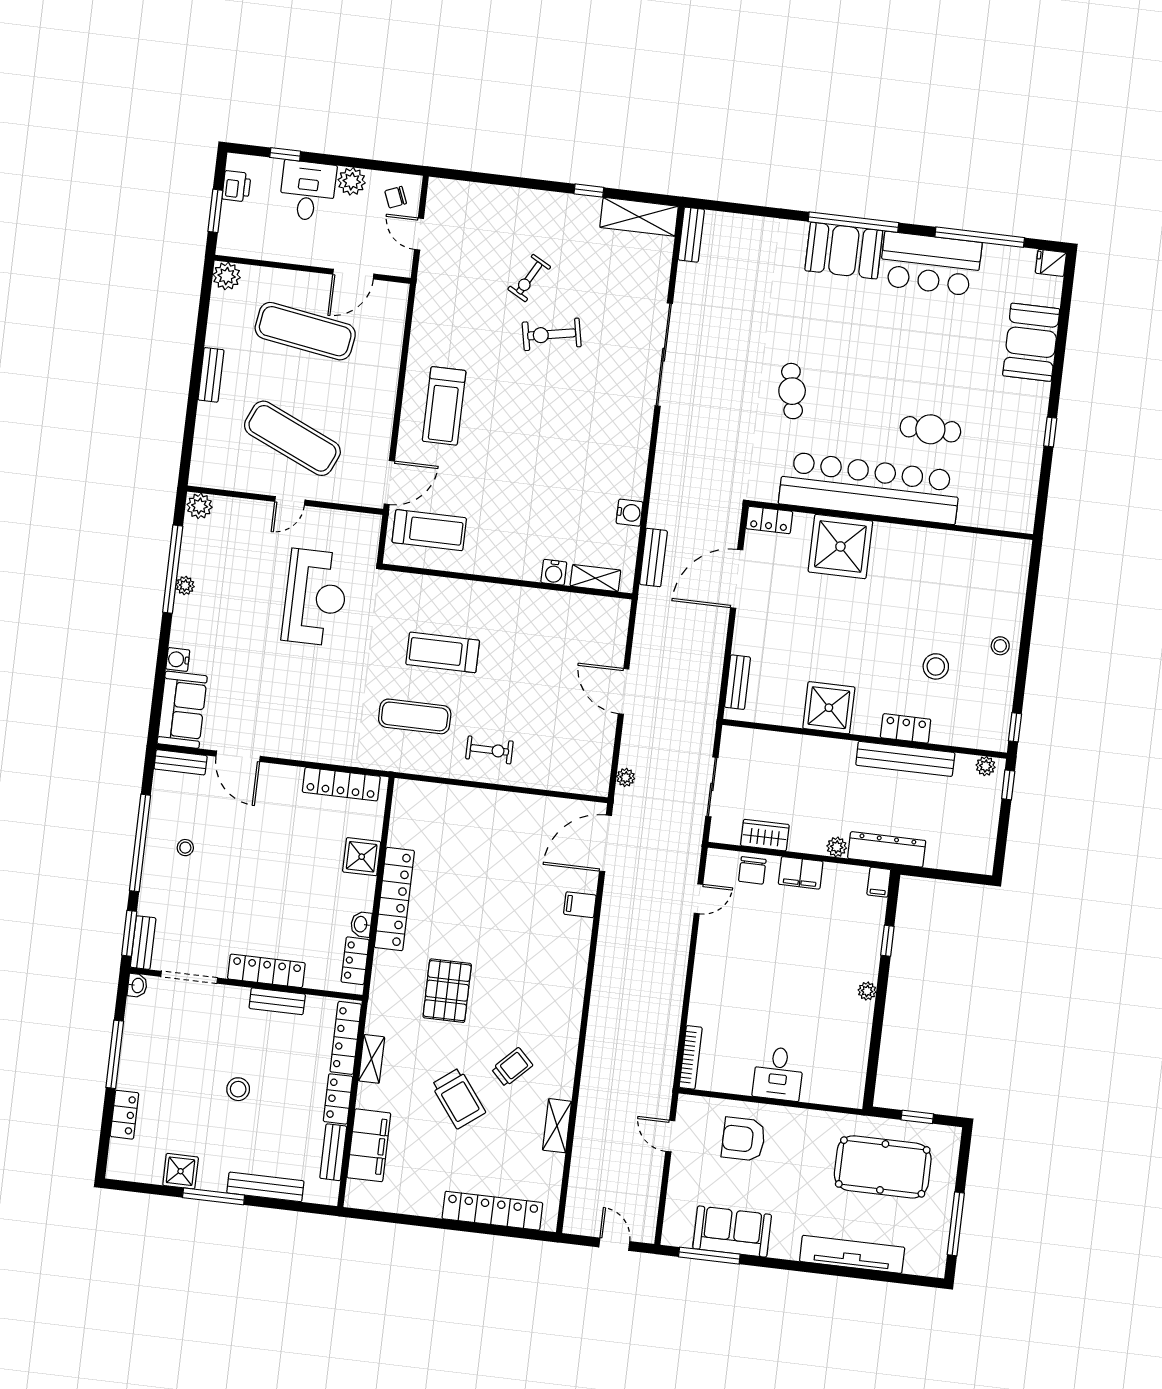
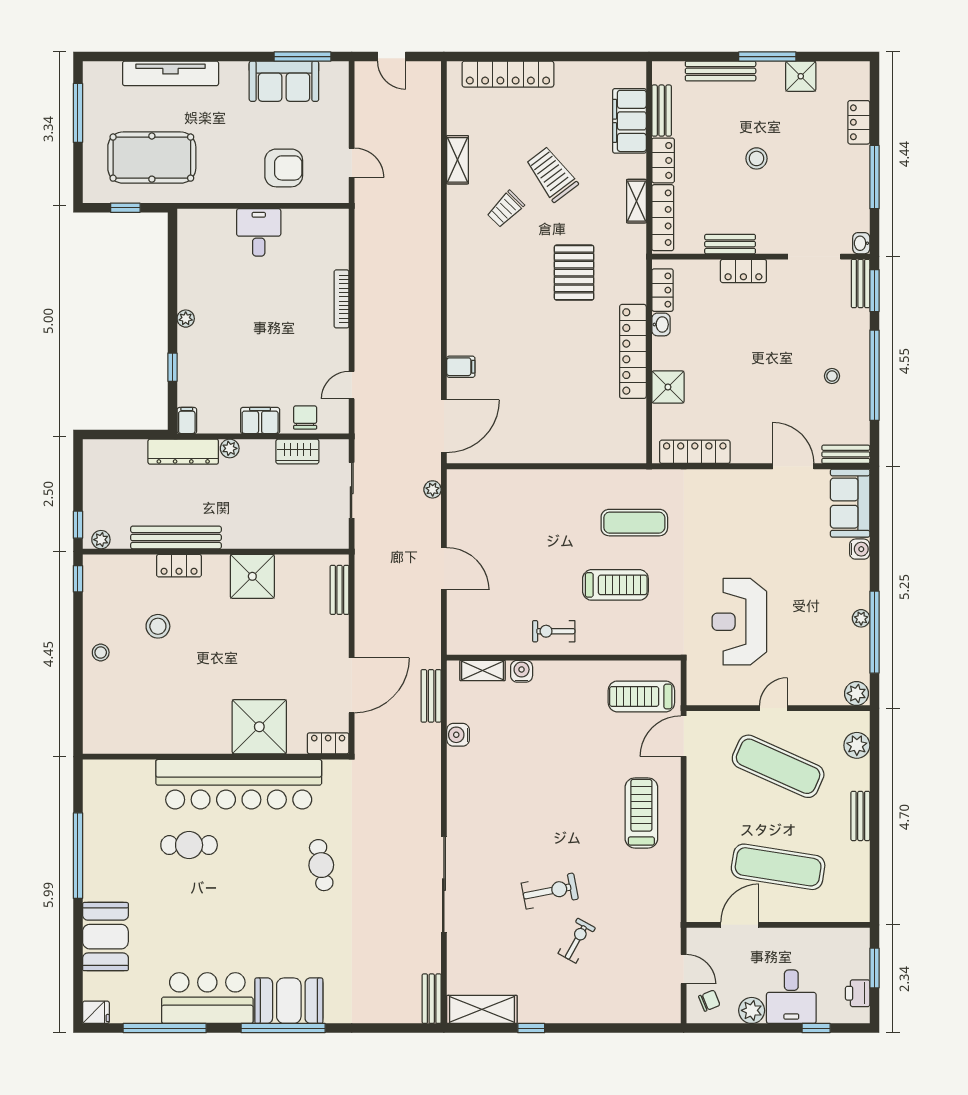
plant: (227, 276) -> (857, 745), moved
window: (1050, 432) -> (78, 856), width x3.17
exercise bike: (489, 750) -> (554, 631), moved
locker: (266, 971) -> (743, 271), width x0.66
bookcase: (691, 1057) -> (342, 299), moved

